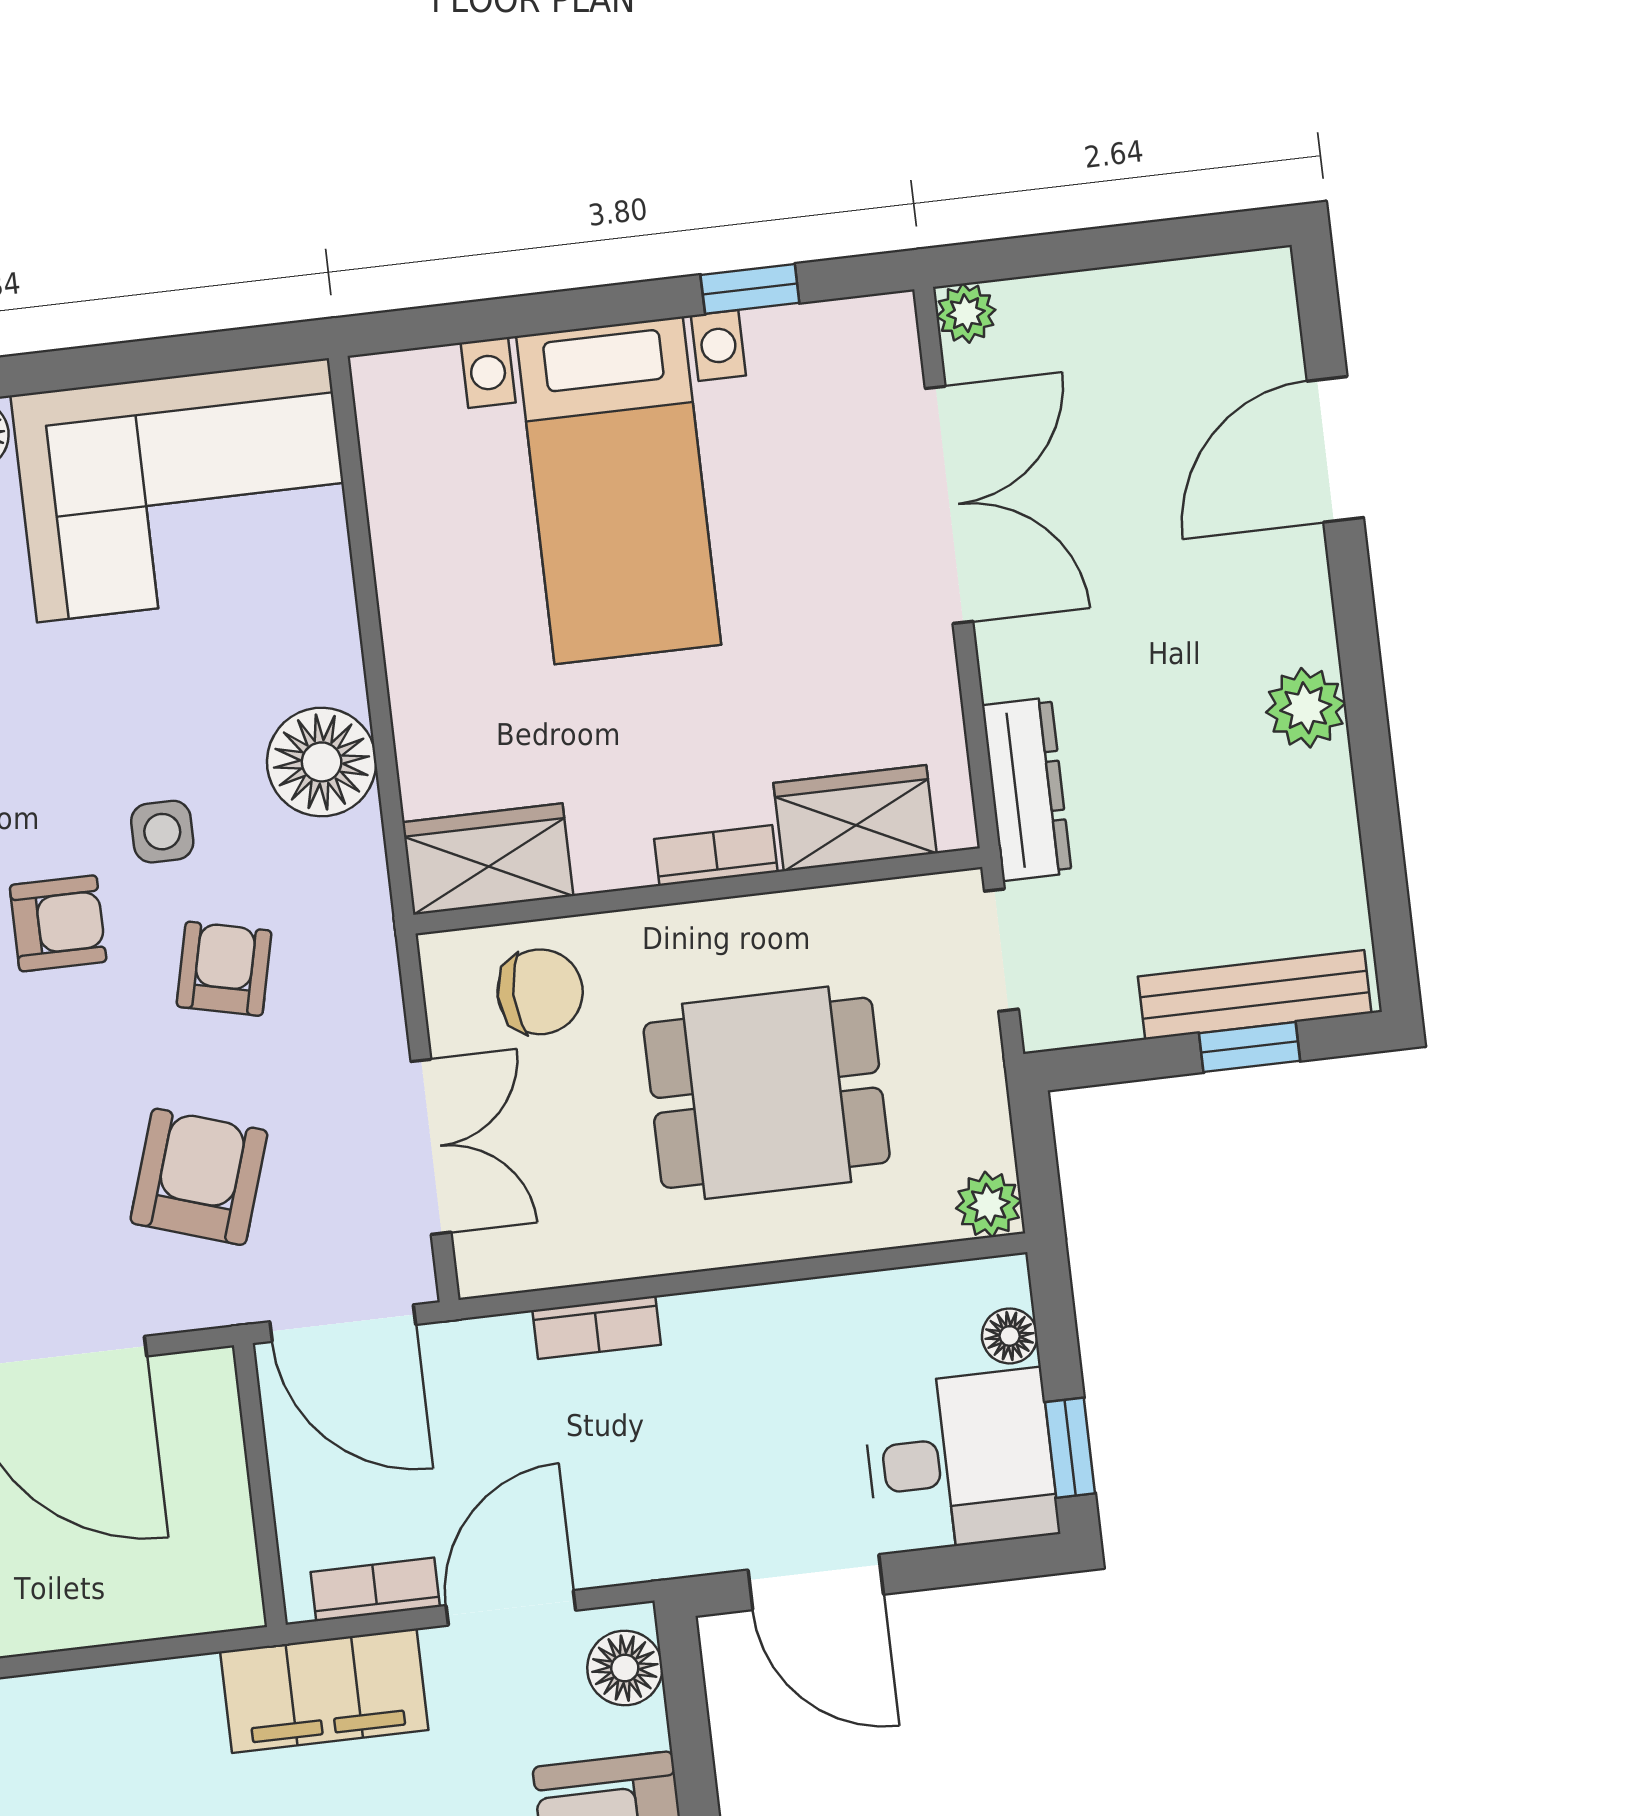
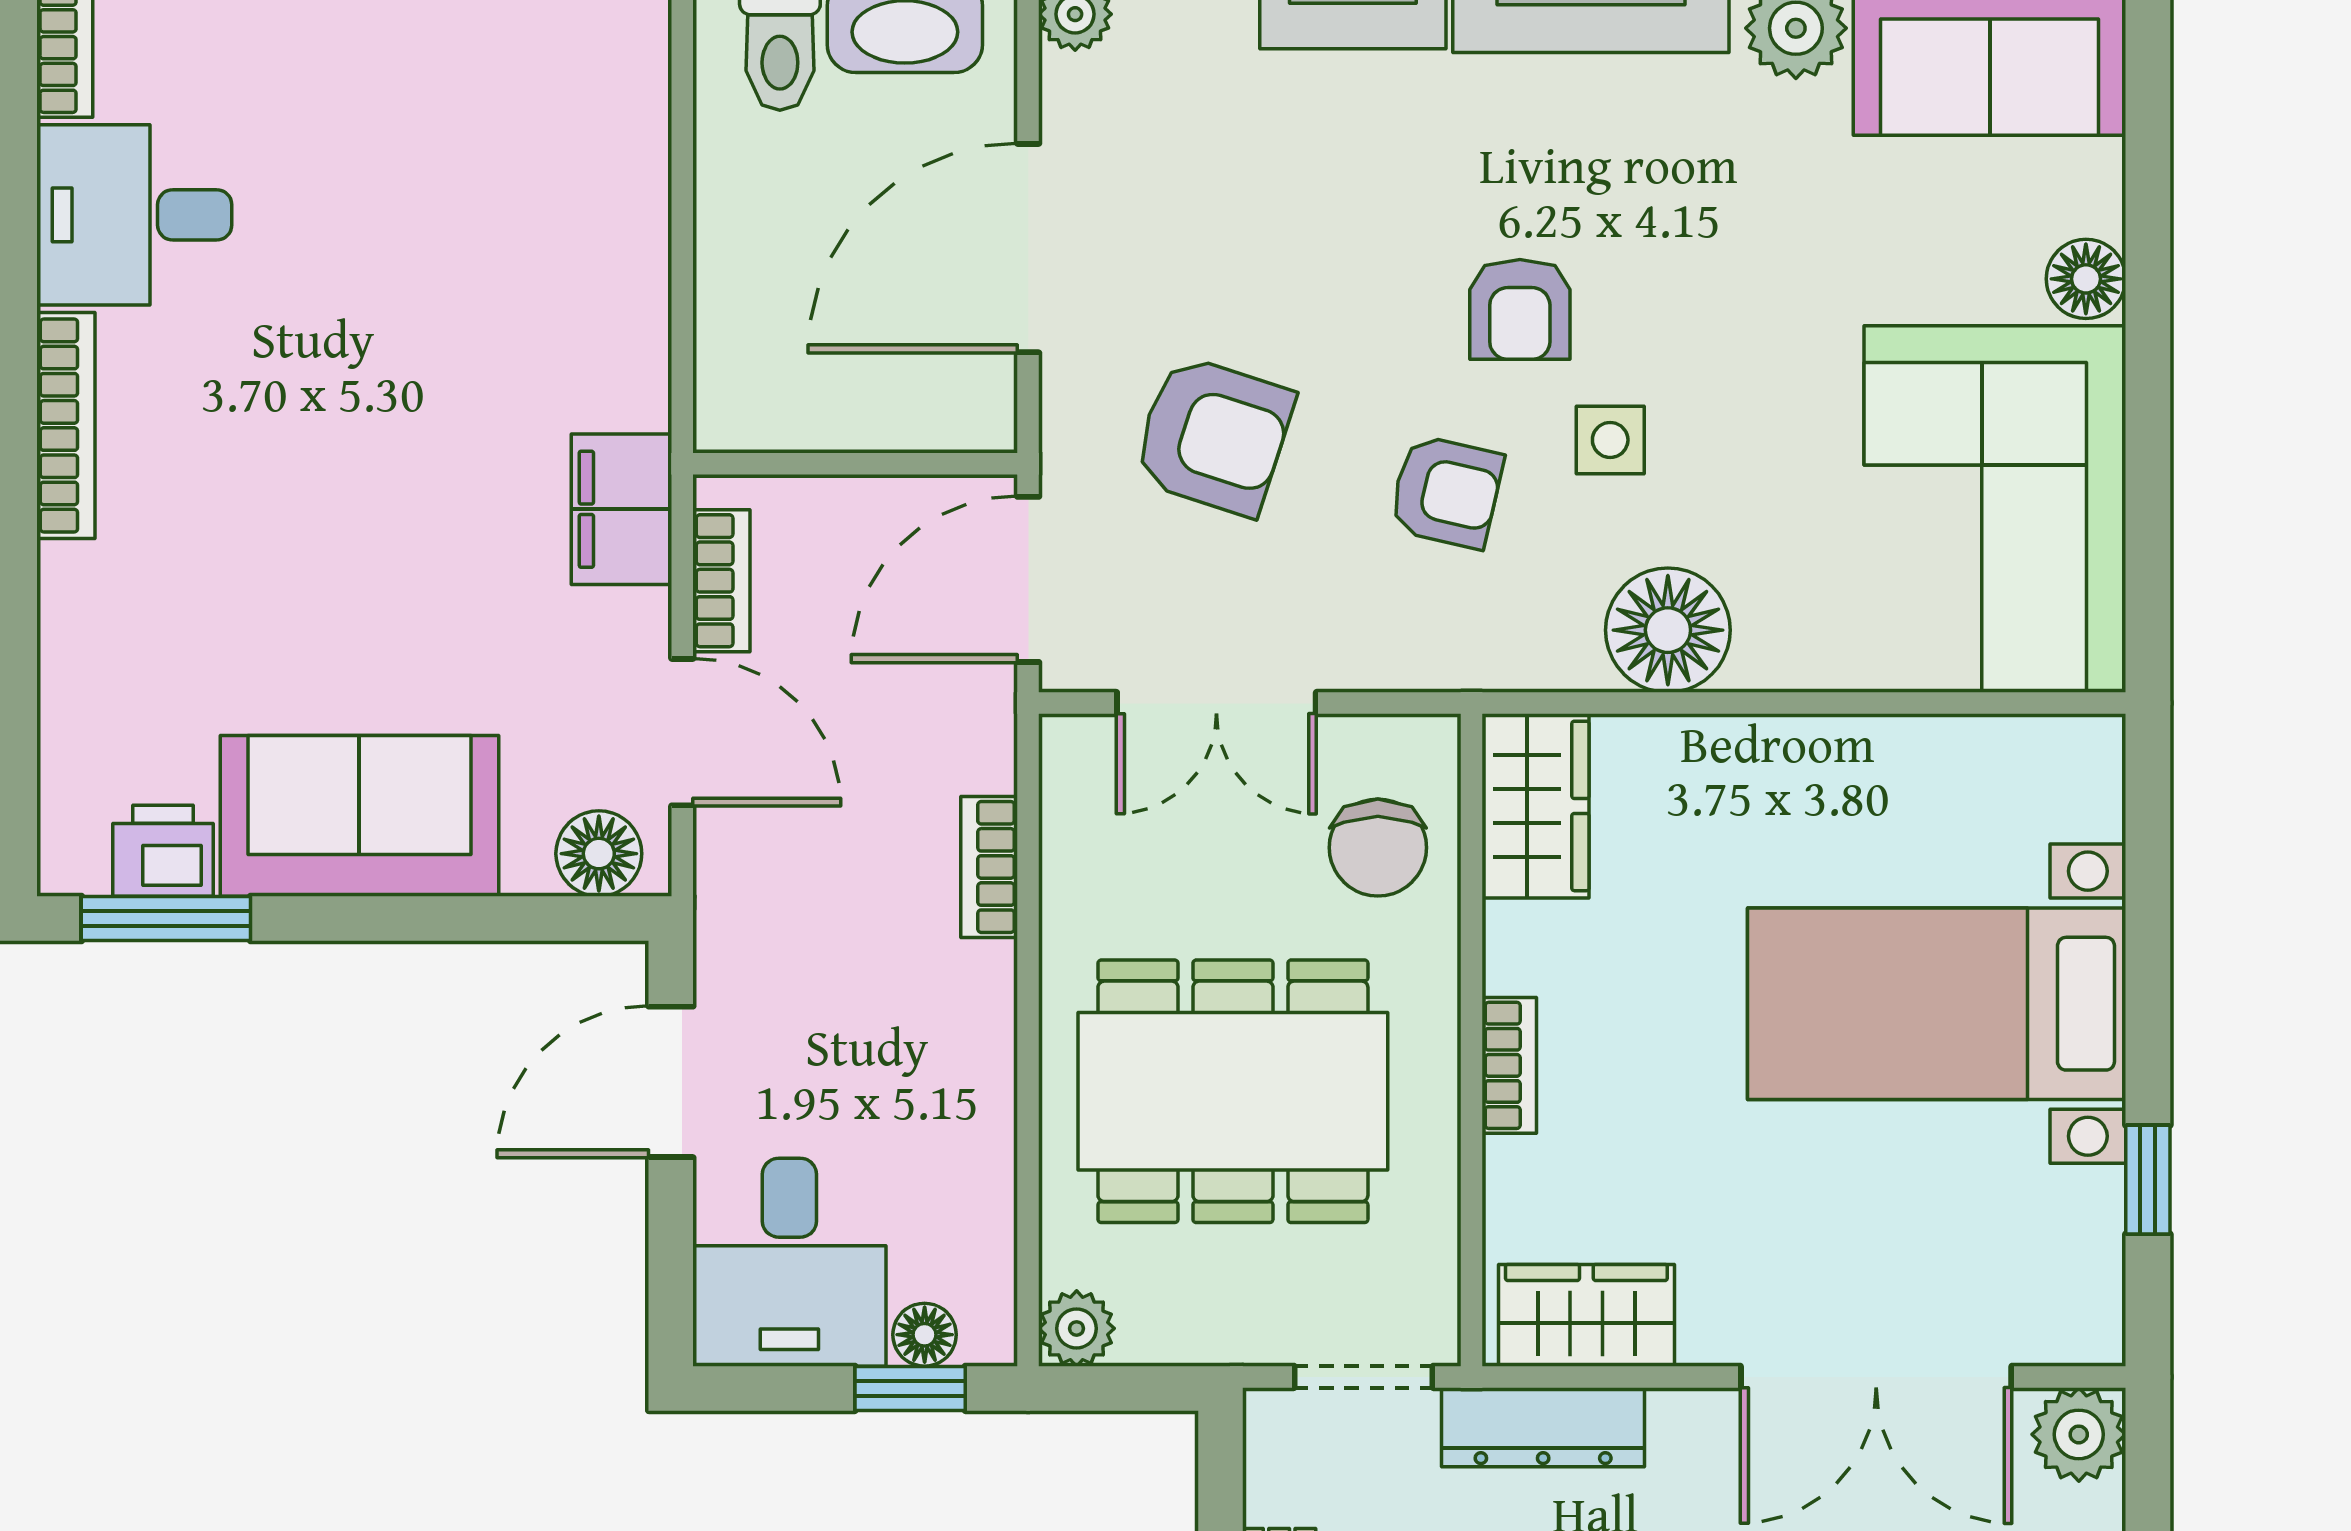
plant: (966, 313) -> (2079, 1434), width x1.38, depth x1.38
wardrobe: (855, 818) -> (1586, 1315), moved, turned -90
dining table: (767, 1093) -> (1233, 1091), width x1.38
window: (1070, 1448) -> (910, 1388), moved
filing cabinet: (324, 1691) -> (621, 509), width x0.67, depth x0.86

